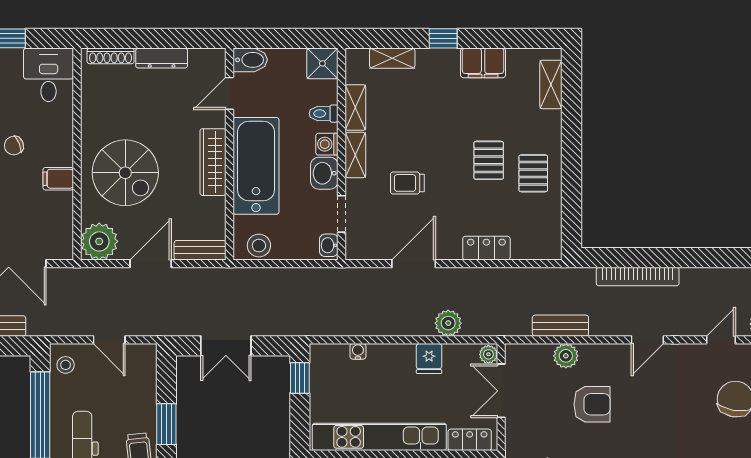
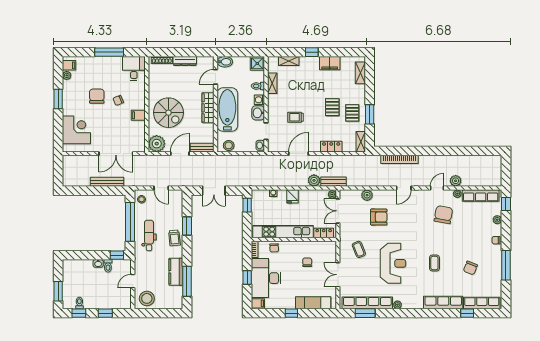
shelving: (355, 155) -> (361, 142), moved
window: (571, 177) -> (370, 114), added
bench: (560, 326) -> (333, 182), moved
fridge: (429, 359) -> (292, 196), moved

